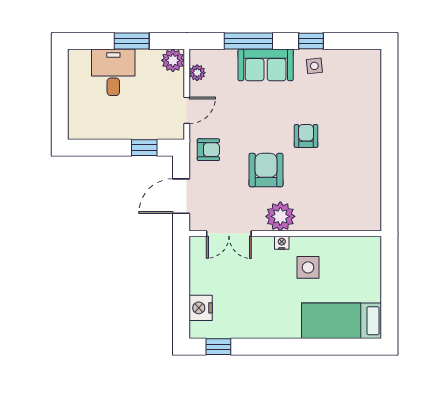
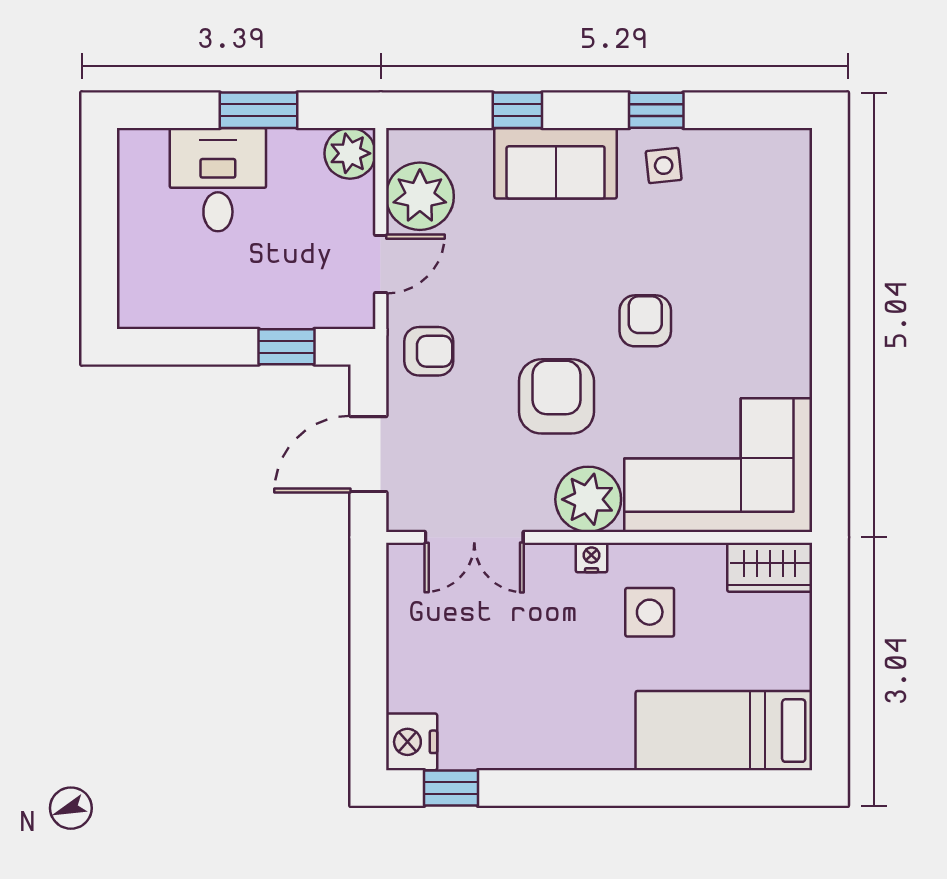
window: (248, 41) -> (517, 110), width x0.46
plant: (197, 73) -> (420, 196), width x1.88, depth x1.88
corner sofa: (339, 201) -> (718, 465), added
wardrobe: (362, 247) -> (770, 567), added
nightstand: (201, 308) -> (412, 742), moved

